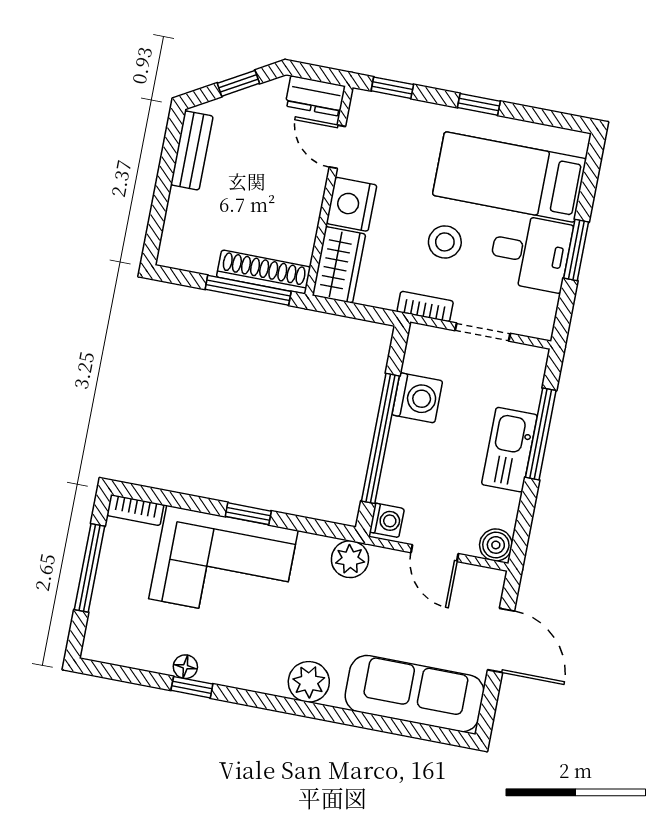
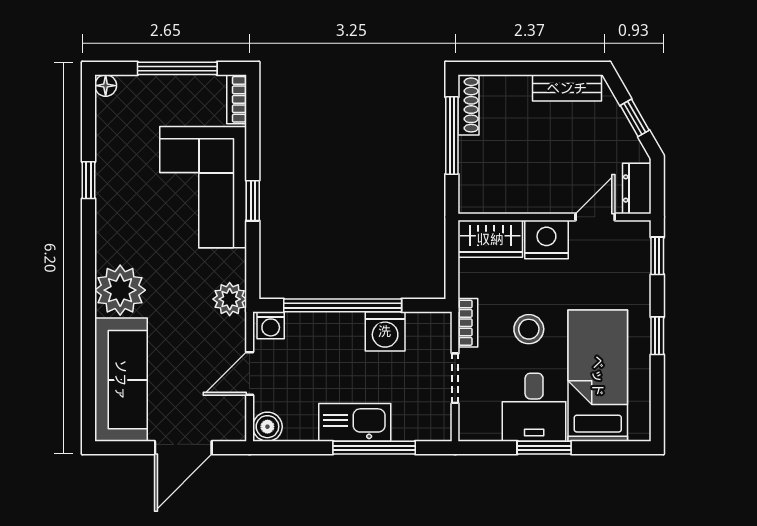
shoe rack: (264, 272) -> (468, 105), moved, width x0.74, depth x0.81
window: (248, 290) -> (452, 136), moved
floor lamp: (185, 667) -> (106, 86), moved
plant: (309, 682) -> (120, 290), width x1.36, depth x1.36

